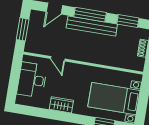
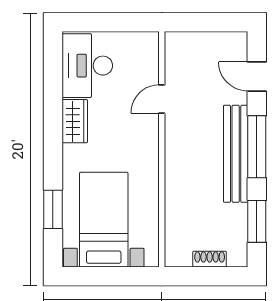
window: (23, 29) -> (207, 22), removed
desk: (32, 80) -> (87, 66), moved, turned -90

